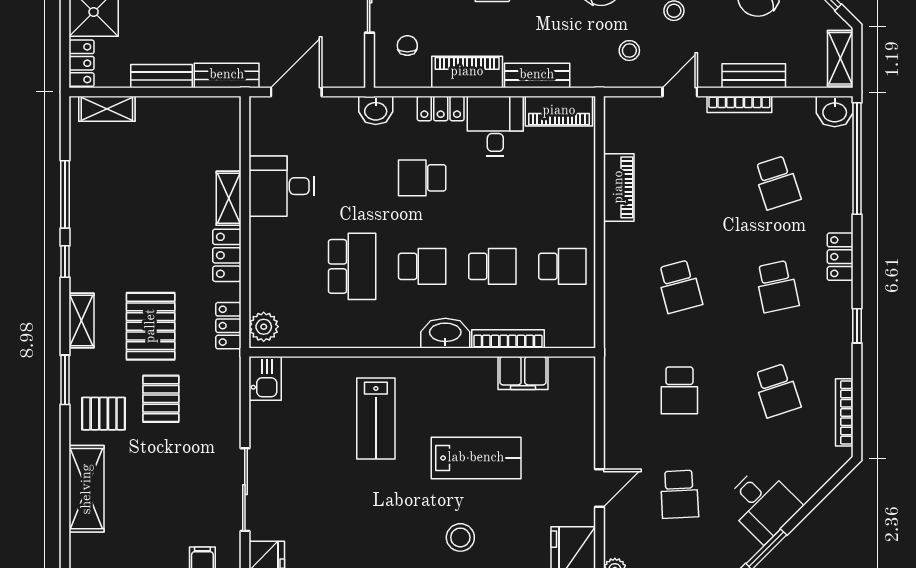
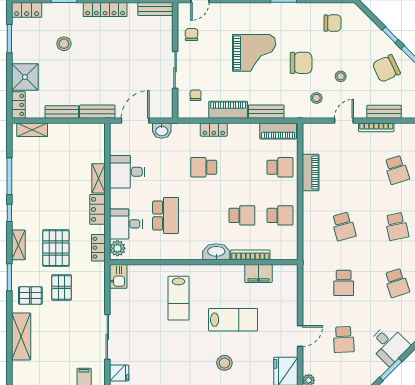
washbasin: (376, 110) -> (162, 131), moved
desk: (495, 126) -> (126, 224), moved, turned -90
school desk: (422, 266) -> (280, 167), moved

